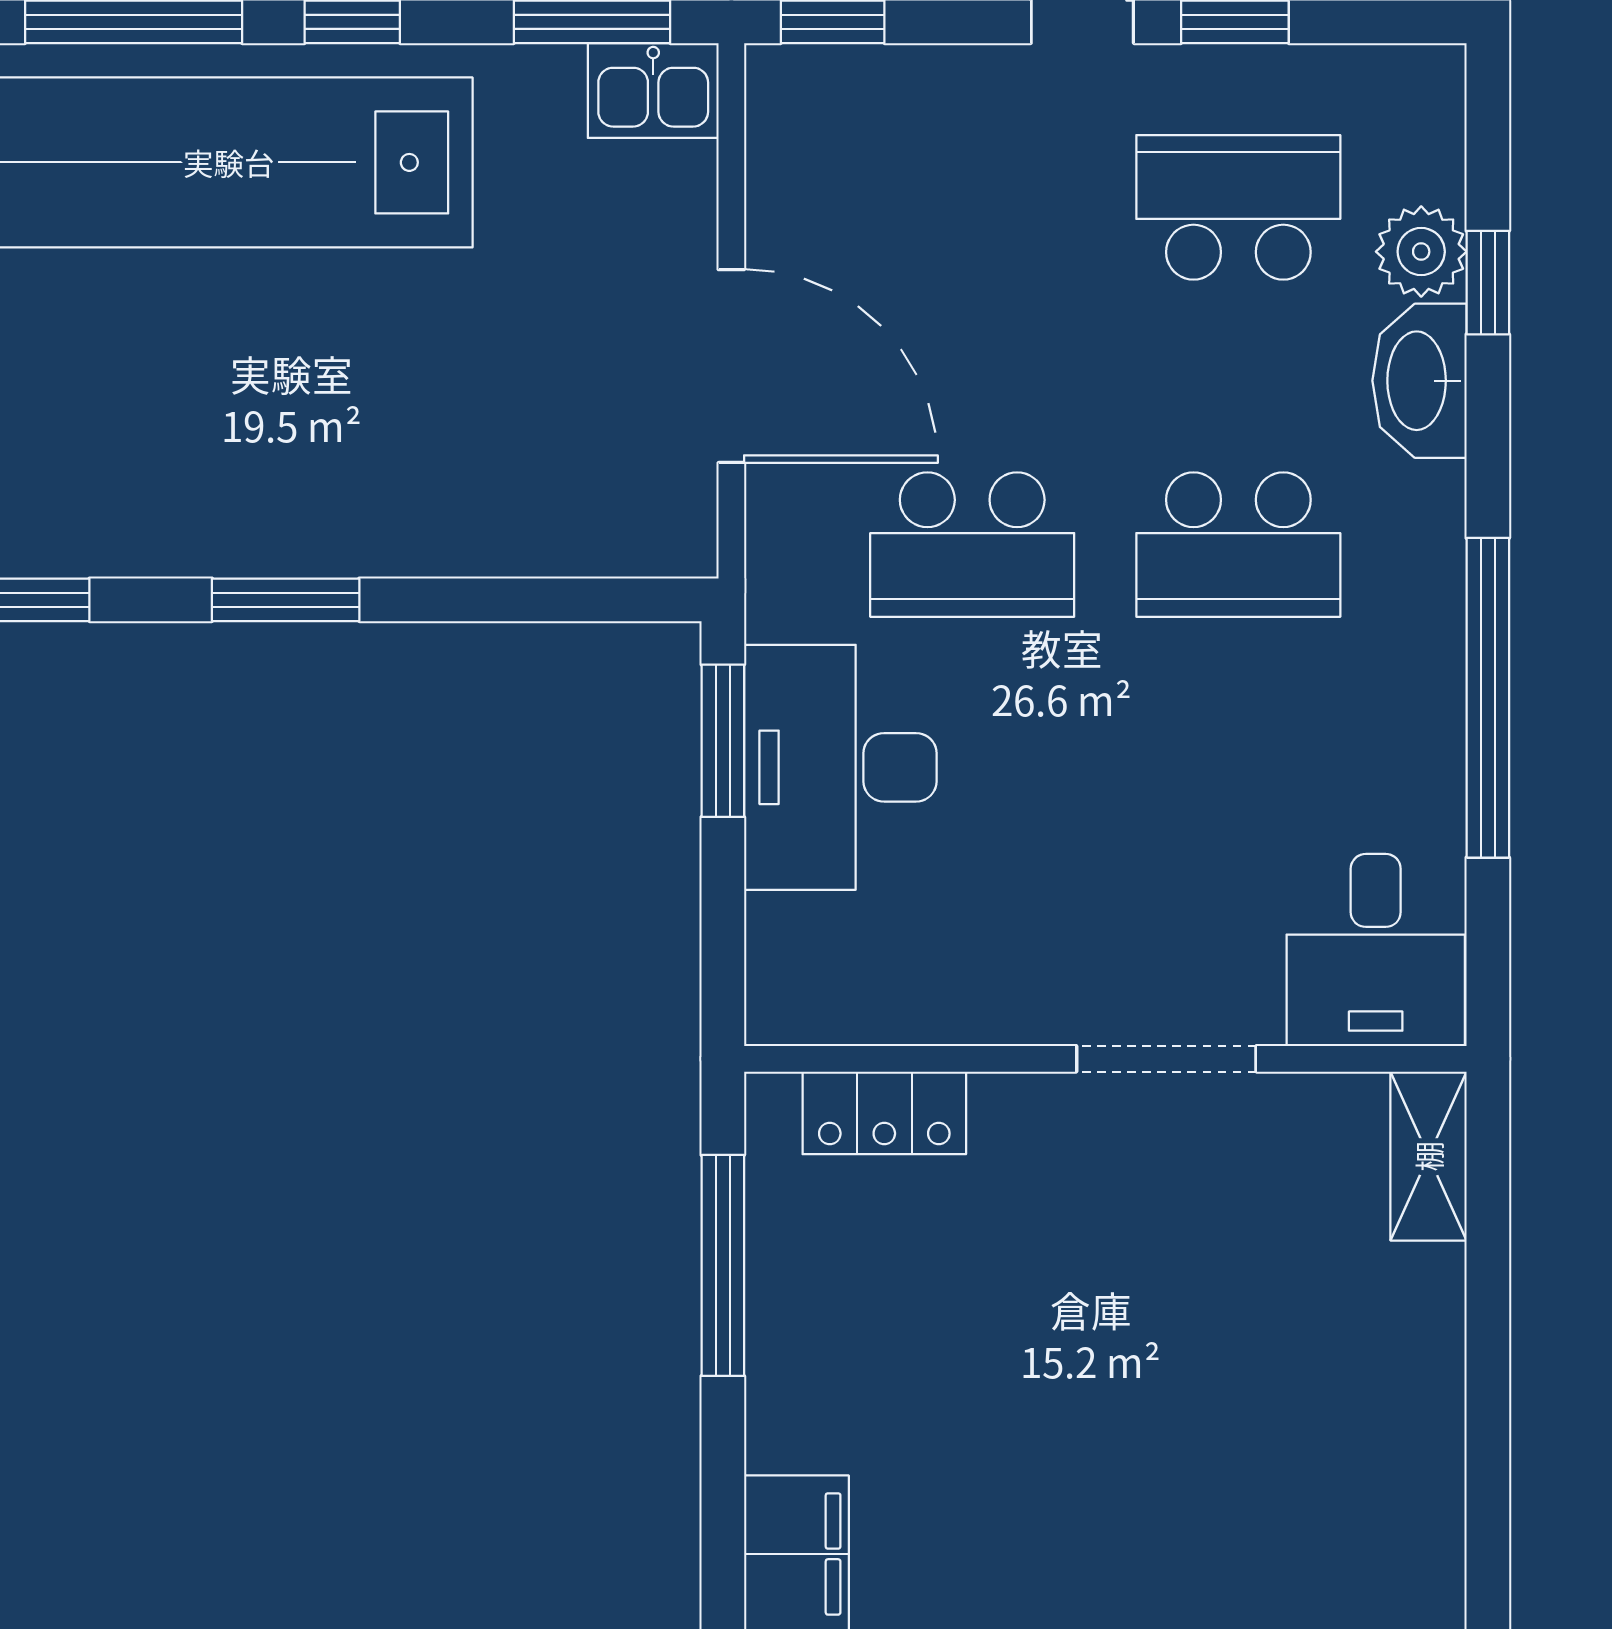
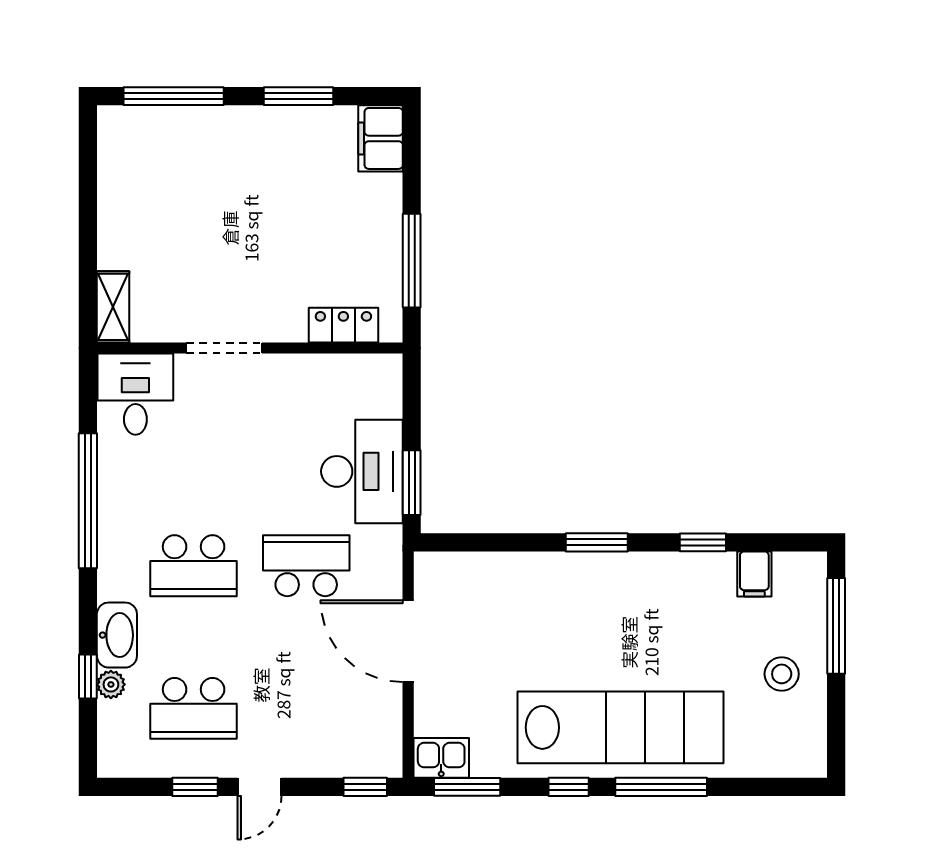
plant: (1421, 252) -> (111, 684), width x0.73, depth x0.73
school desk: (1238, 545) -> (194, 566), turned 180

